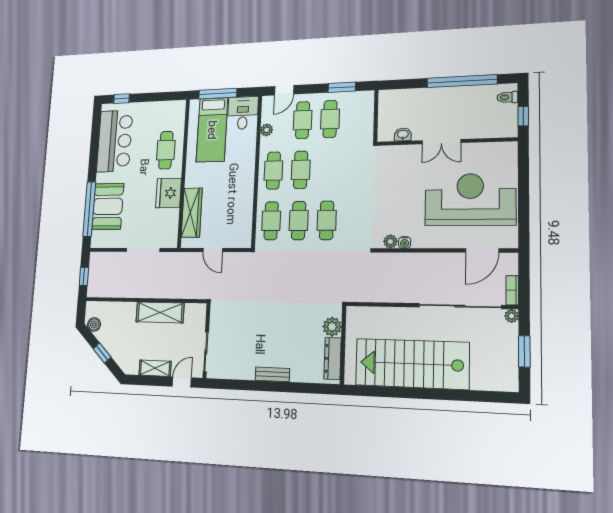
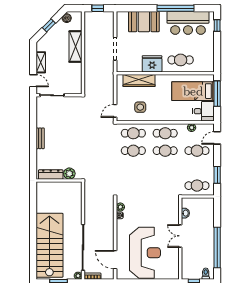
door: (284, 90) -> (217, 138), hinge flipped
cafe table: (330, 119) -> (197, 186), moved
window: (89, 209) -> (175, 8), moved
side table: (232, 210) -> (140, 107), added
cafe table: (327, 220) -> (133, 168), removed
door: (213, 250) -> (115, 111), moved
shelving: (160, 312) -> (75, 47), moved
stairs: (412, 364) -> (49, 245), moved

